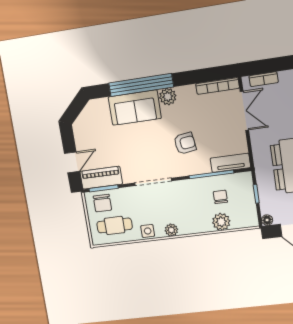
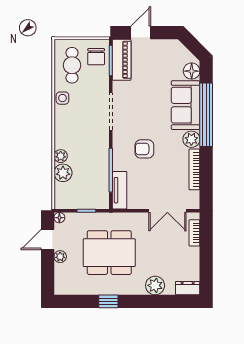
bookcase: (217, 86) -> (194, 169), moved
floor lamp: (100, 106) -> (192, 71), added
armchair: (185, 143) -> (144, 149), turned 98
door: (72, 162) -> (141, 33), swing flipped
chair: (220, 197) -> (88, 176), removed
chair: (102, 203) -> (96, 57), turned -90
plant: (171, 230) -> (61, 156), moved

